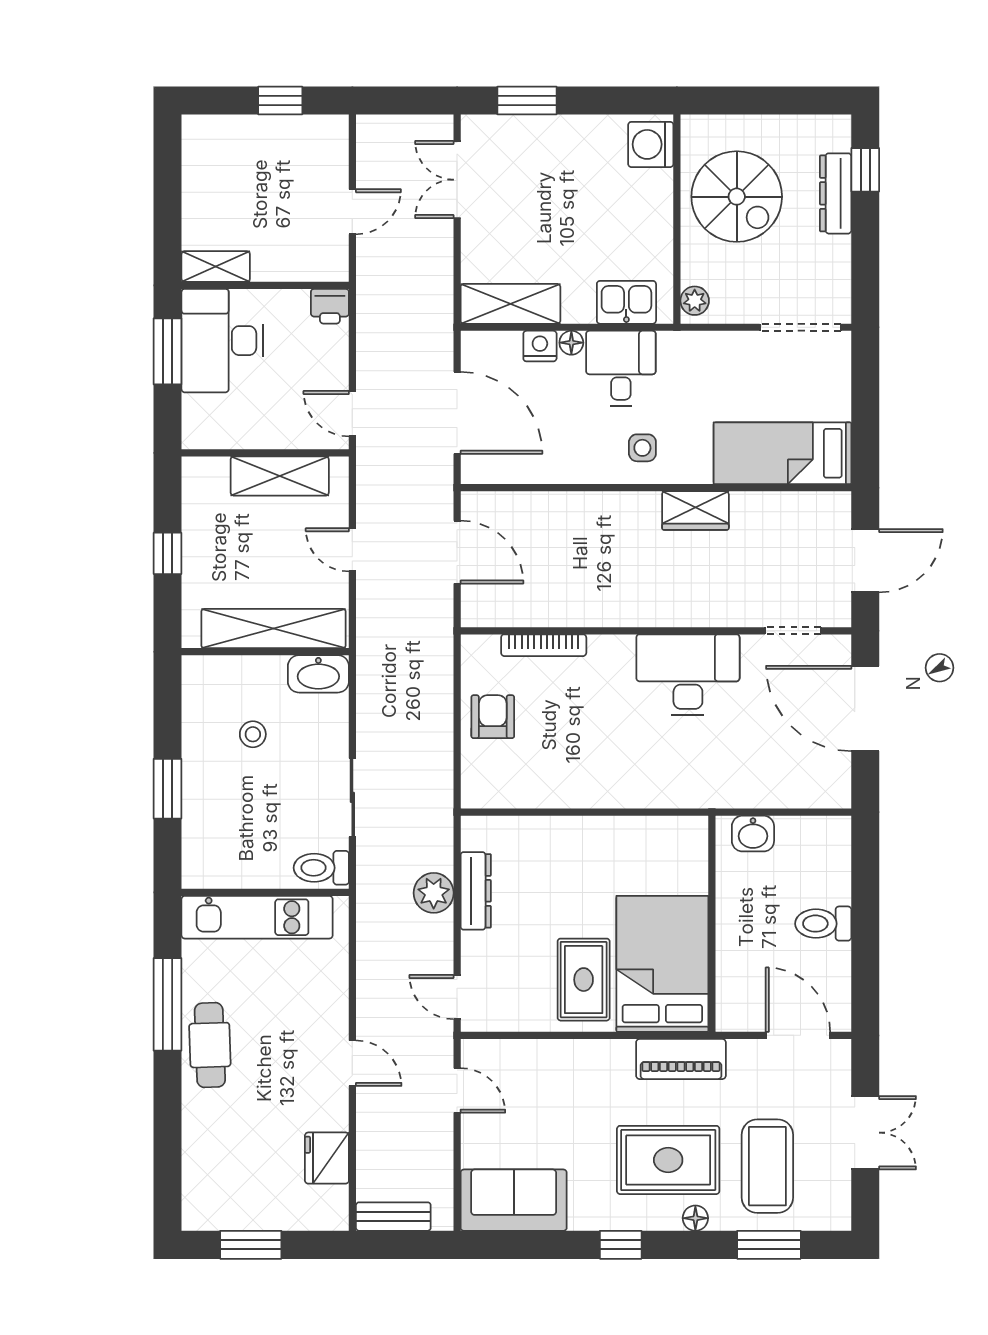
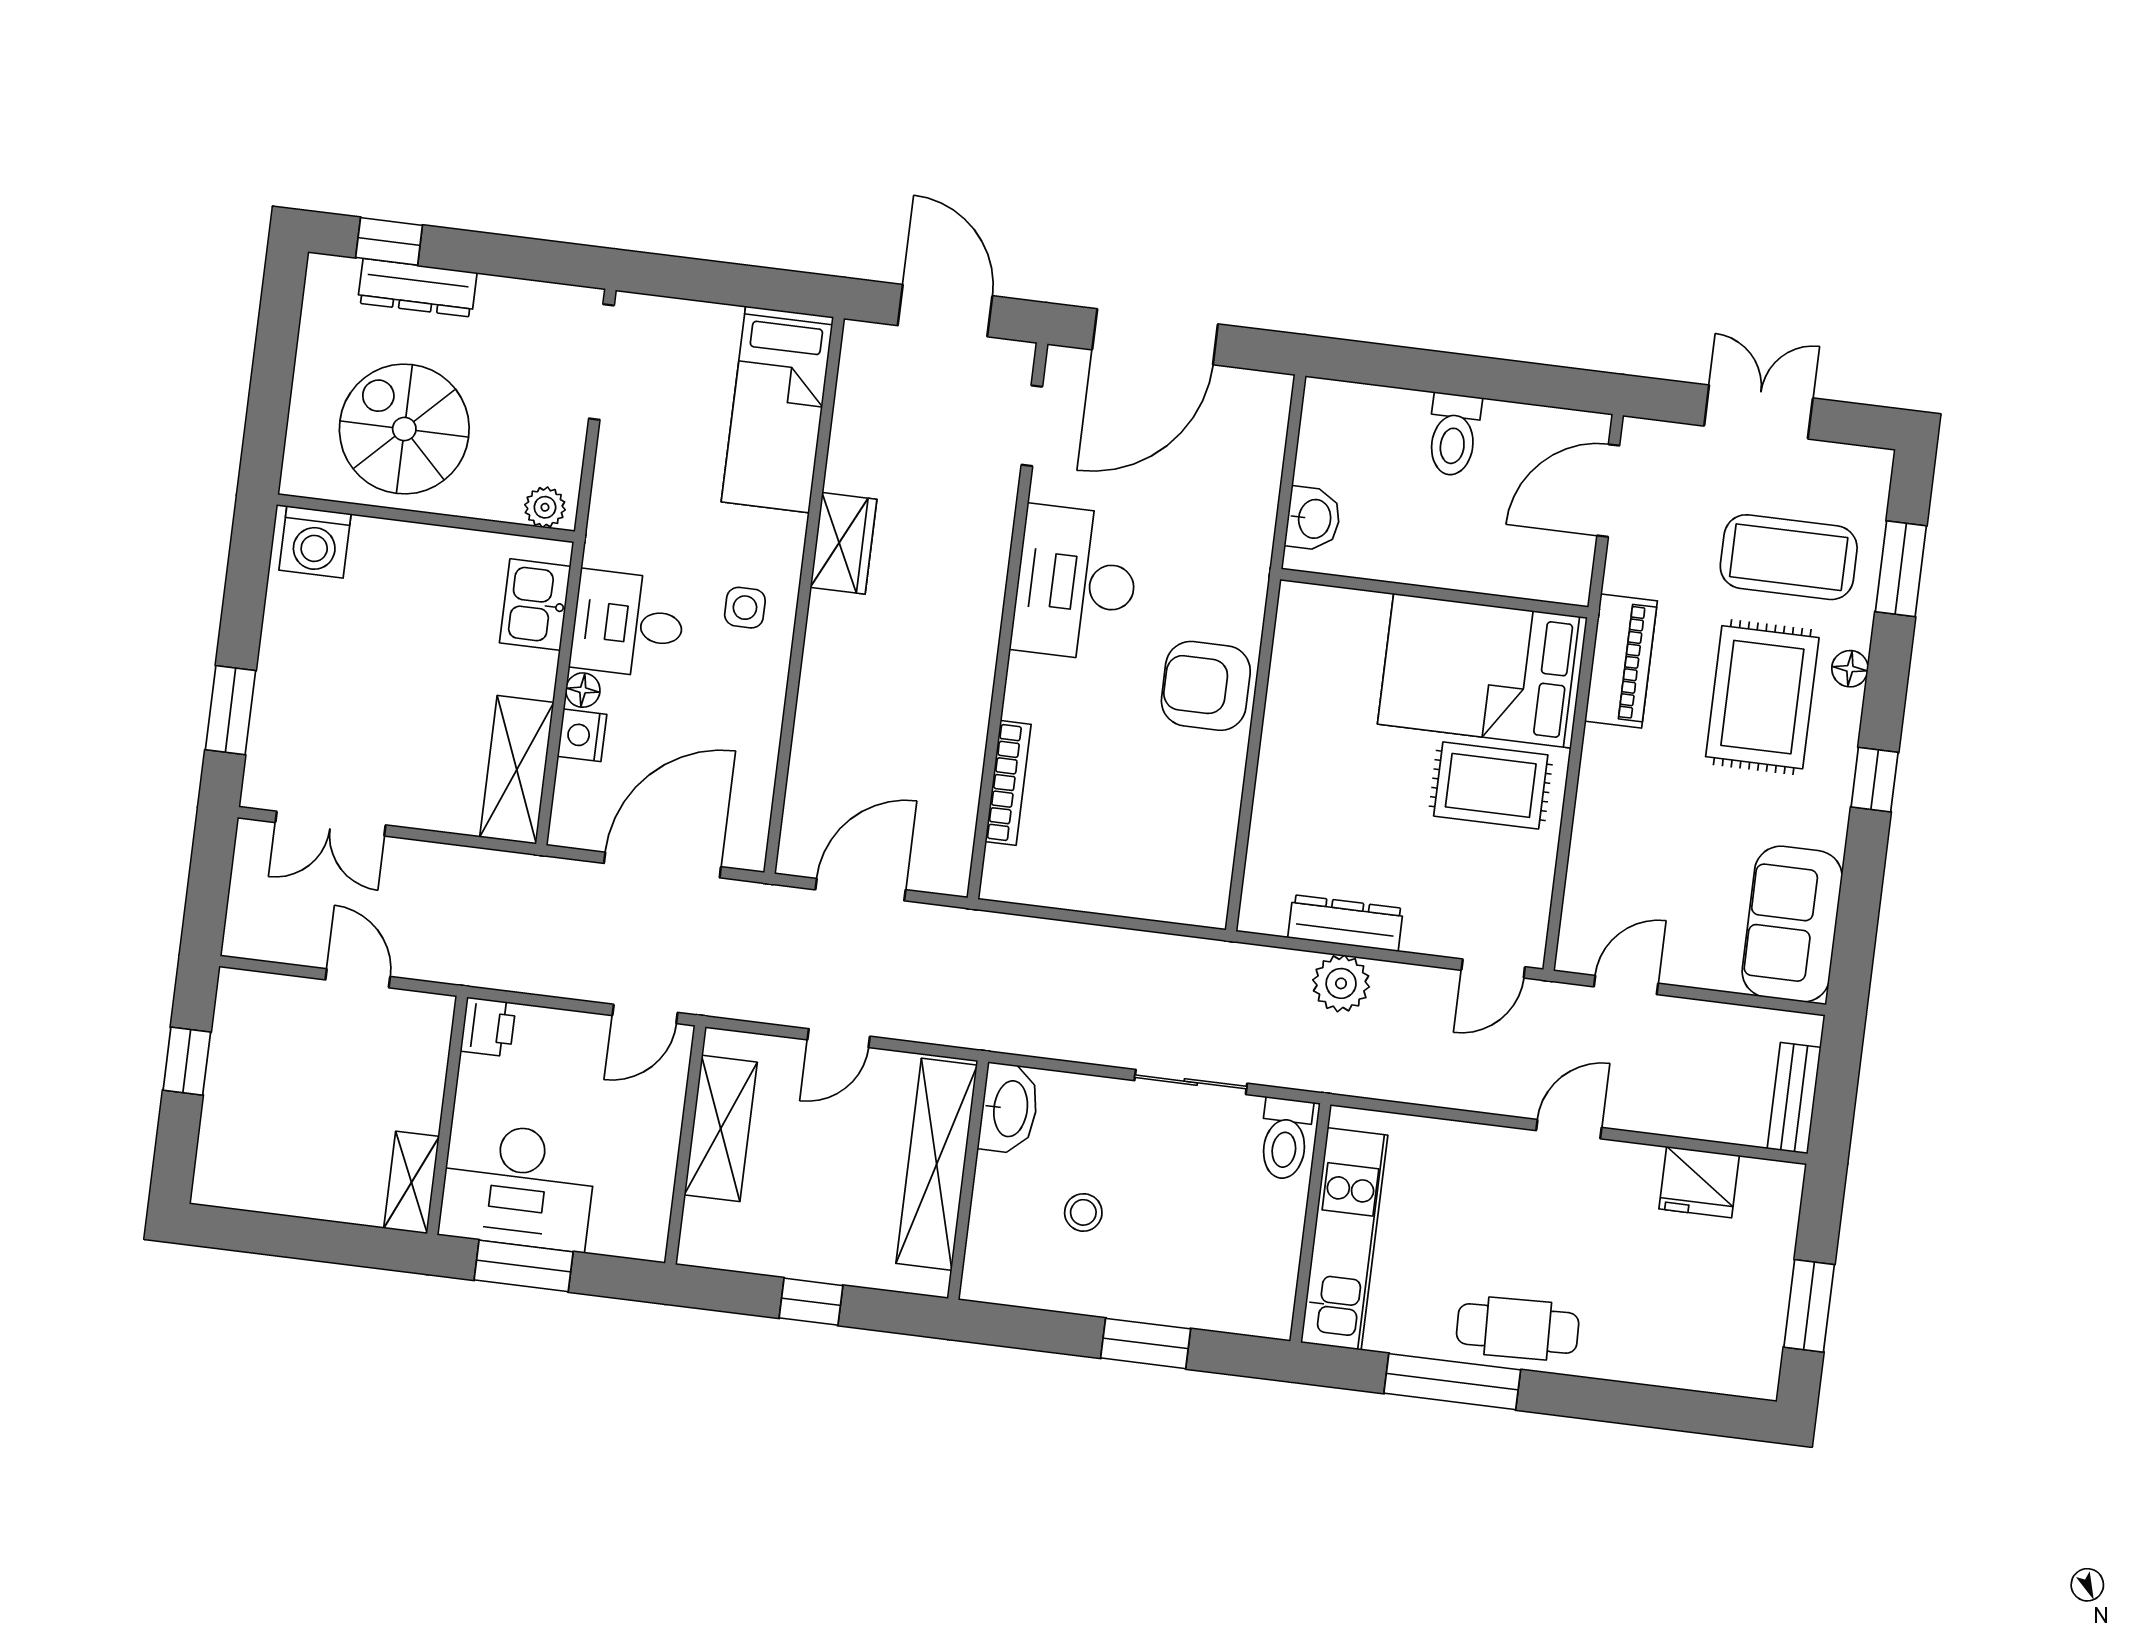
spiral stairs: (737, 197) -> (404, 429), turned -90
armchair: (493, 717) -> (1206, 686), moved, width x1.38, depth x1.38

